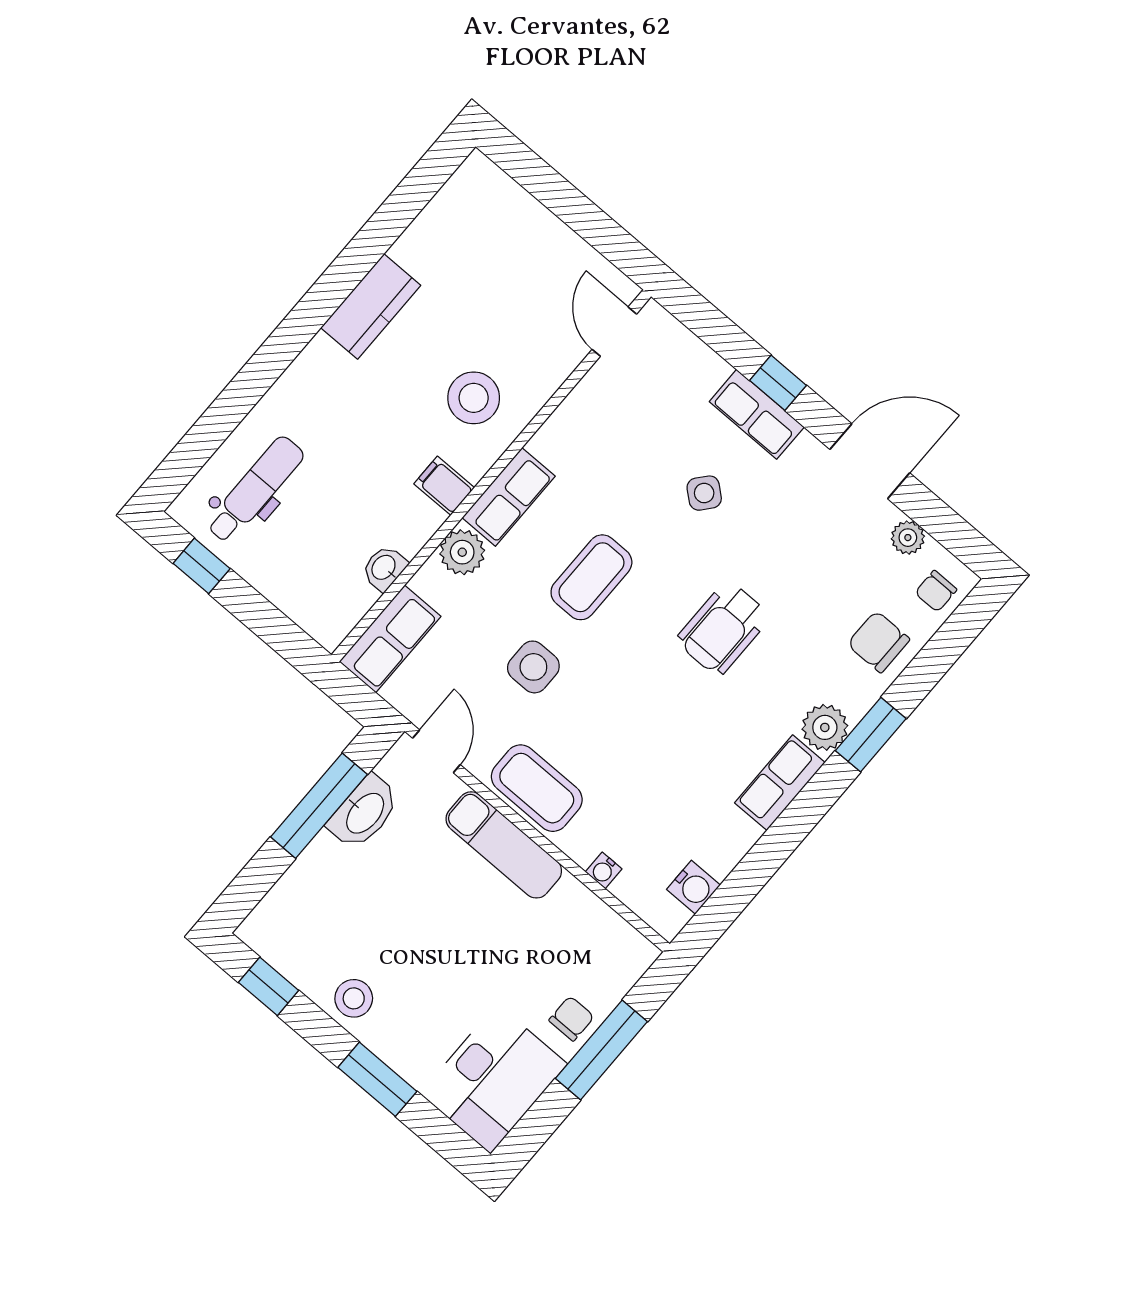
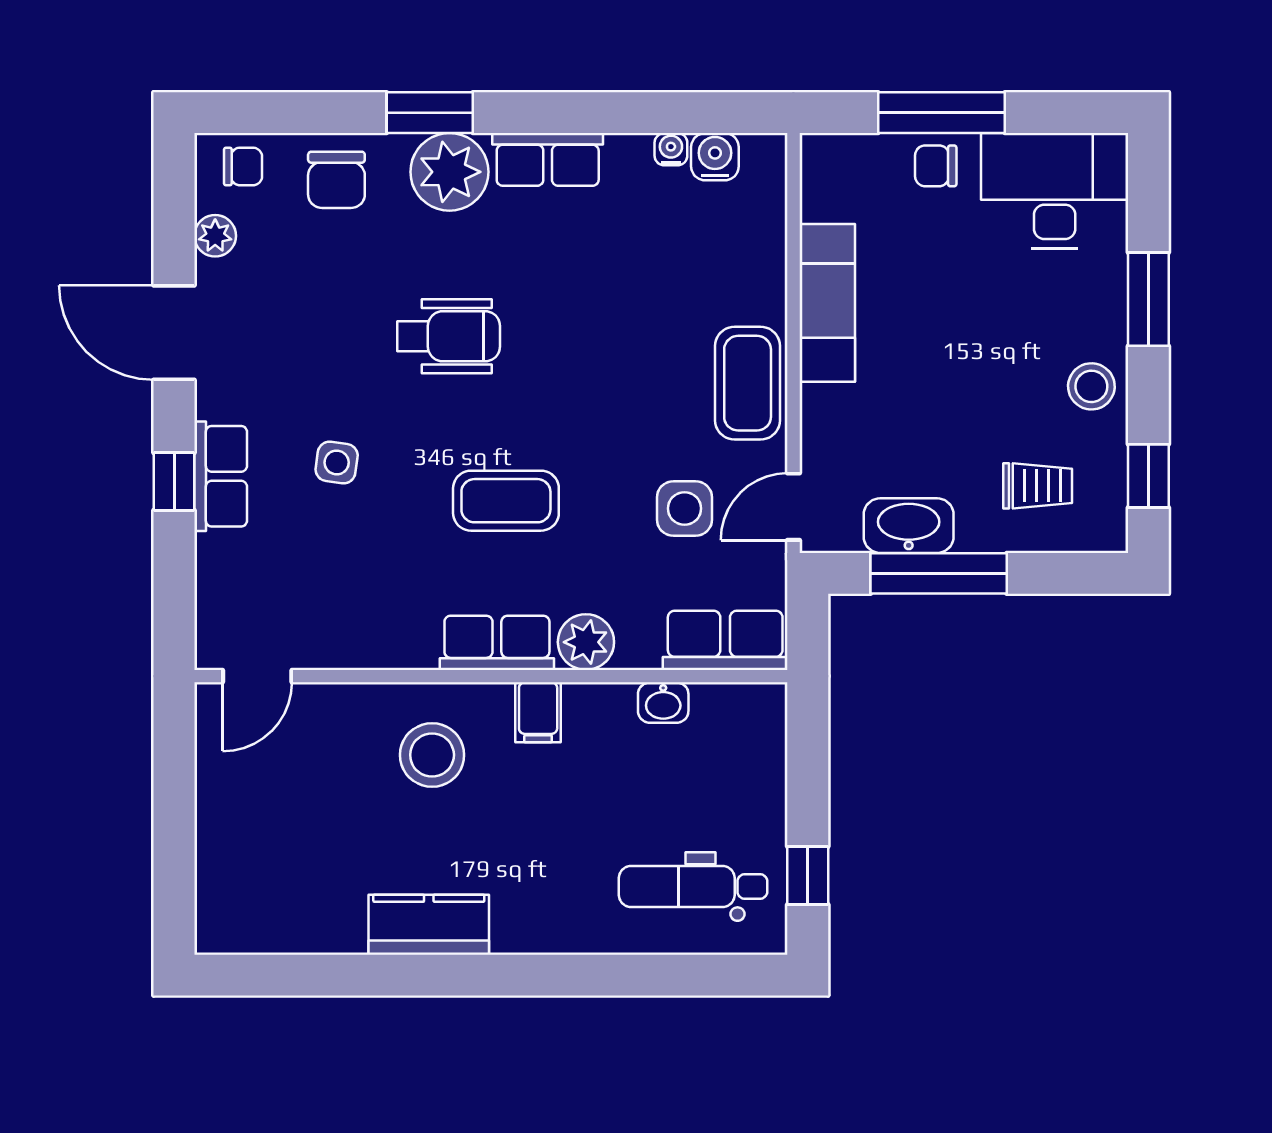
side table: (704, 493) -> (337, 462), turned -32
side table: (533, 667) -> (684, 508), moved
plant: (825, 727) -> (449, 172), width x1.36, depth x1.36
exam couch: (504, 845) -> (827, 303), moved
water cooler: (604, 870) -> (671, 149), moved, turned -90
trolley: (321, 913) -> (1038, 486), added

